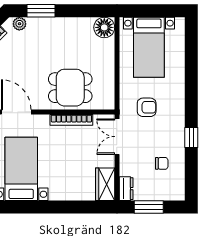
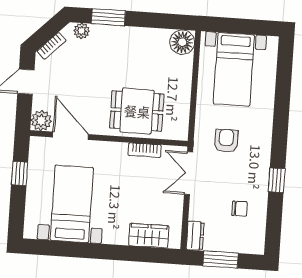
armchair: (147, 107) -> (226, 141), turned -90
bookcase: (71, 120) -> (145, 150), width x0.64
wardrobe: (105, 184) -> (149, 236), moved, turned 90

